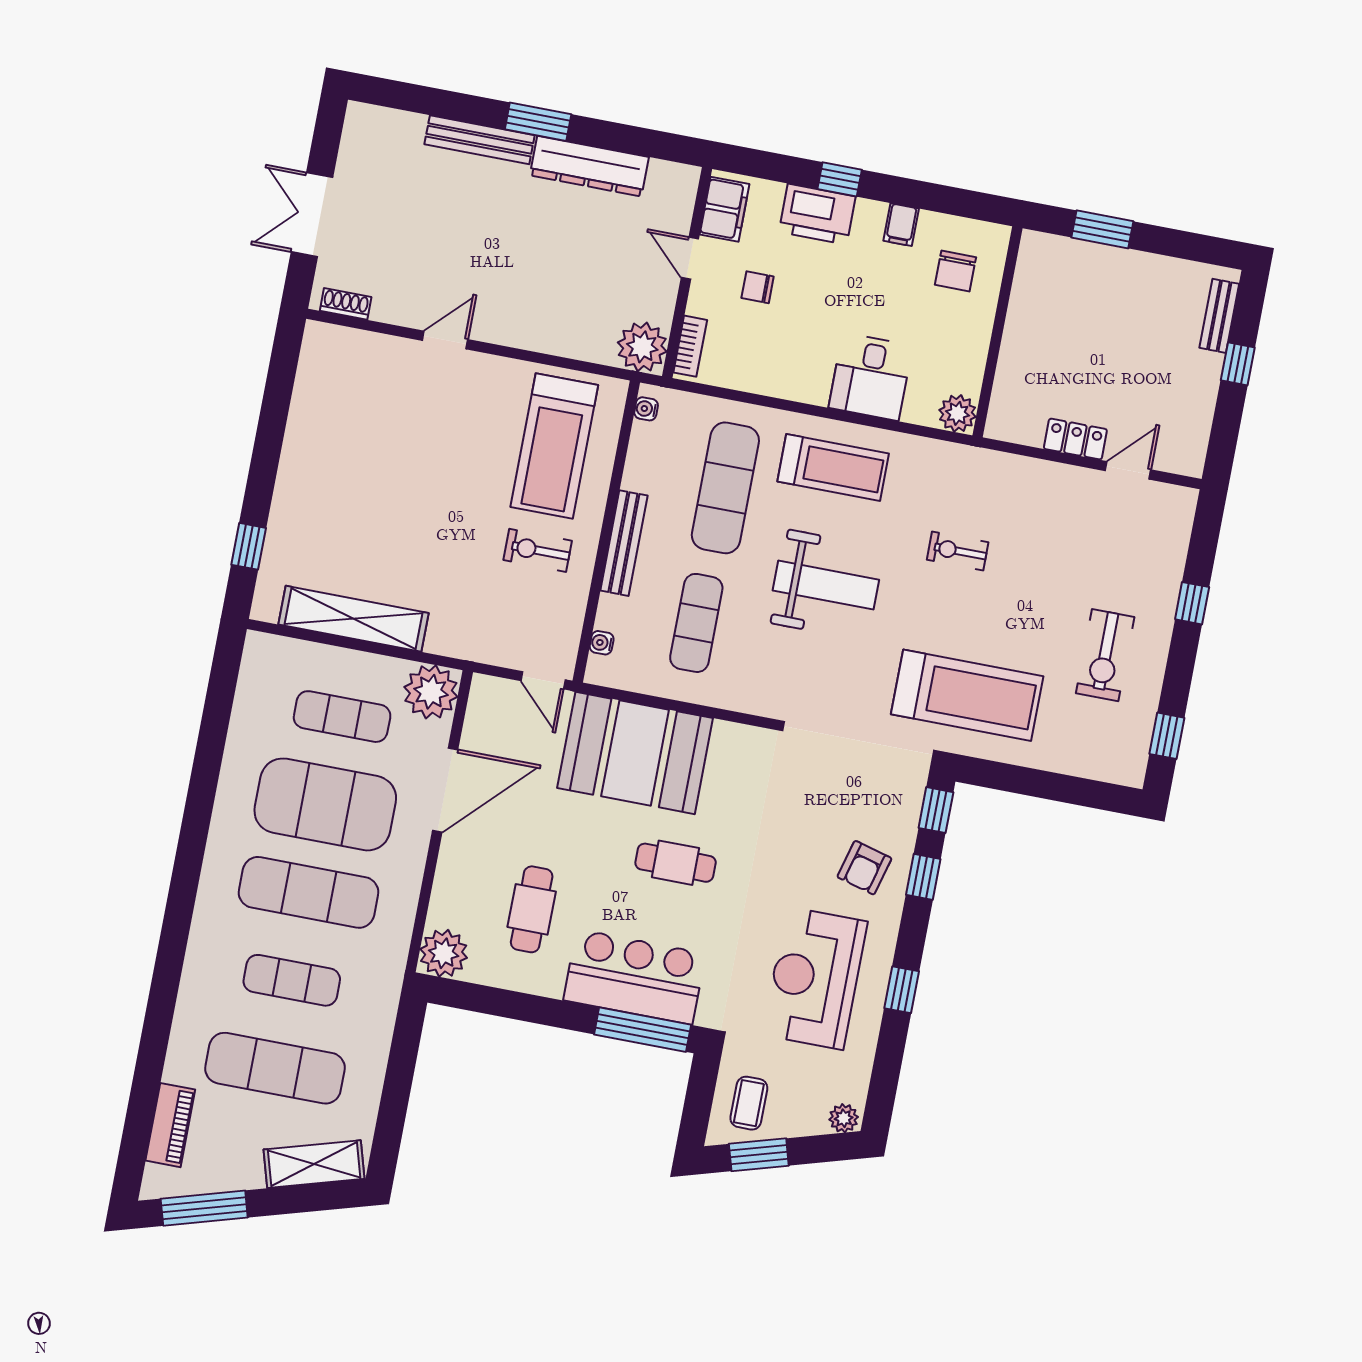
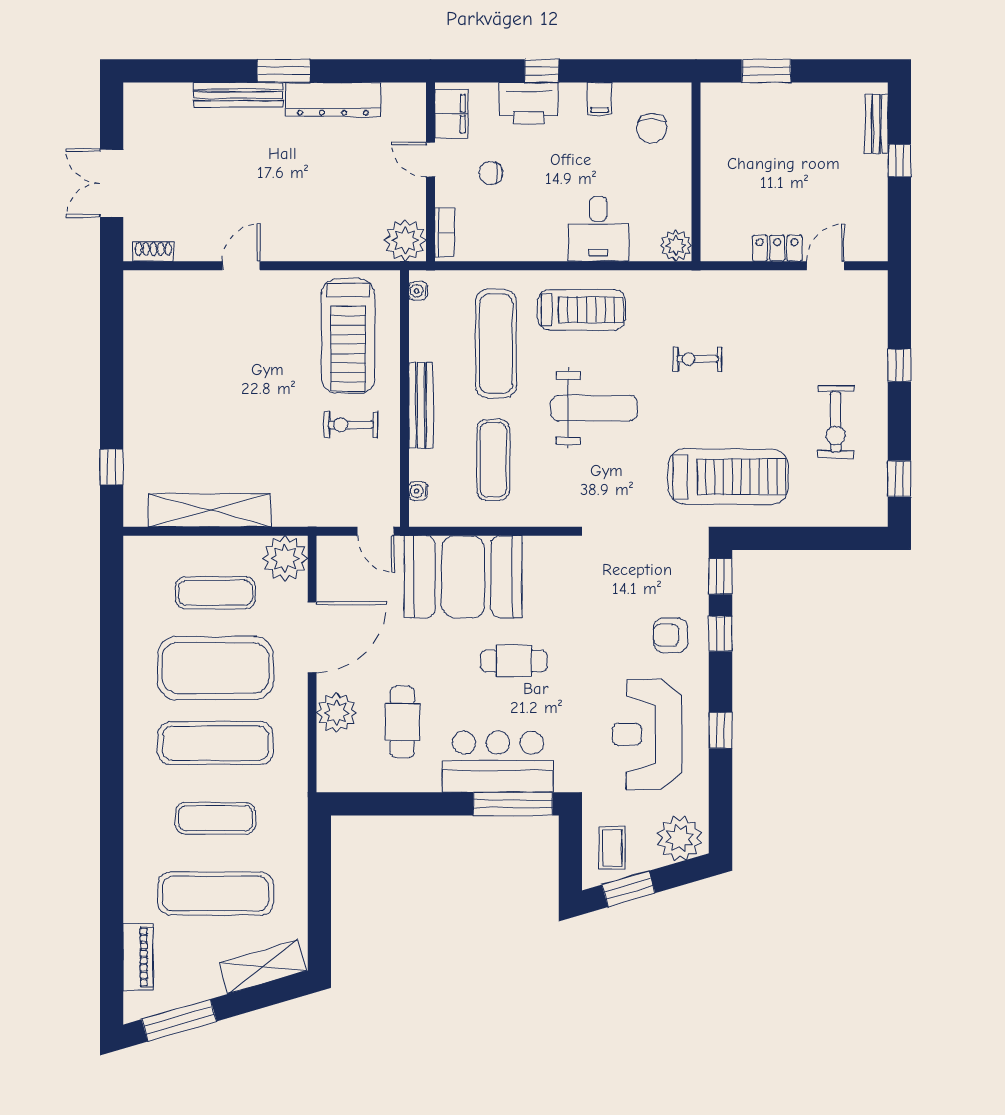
armchair: (864, 868) -> (671, 635), turned 75
plant: (444, 953) -> (337, 713), moved
plant: (844, 1118) -> (680, 838), width x1.88, depth x1.88

